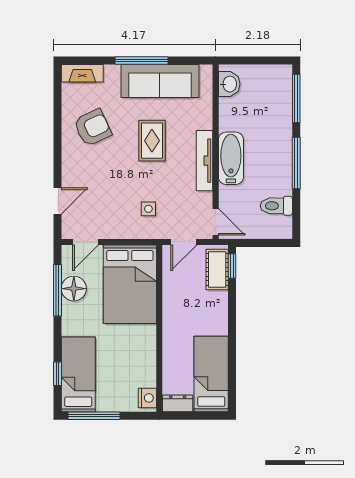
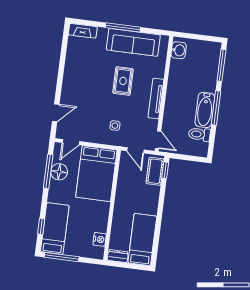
armchair: (93, 128) -> (85, 67), removed
bathtub: (231, 158) -> (205, 110), moved, turned 180
door: (184, 242) -> (135, 150), hinge flipped
nightstand: (147, 398) -> (100, 239), moved

